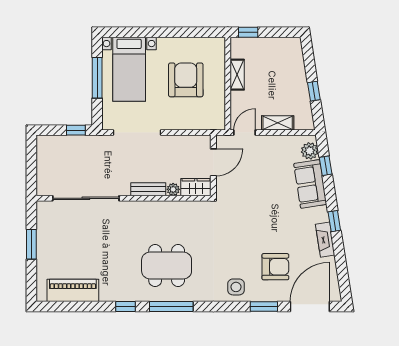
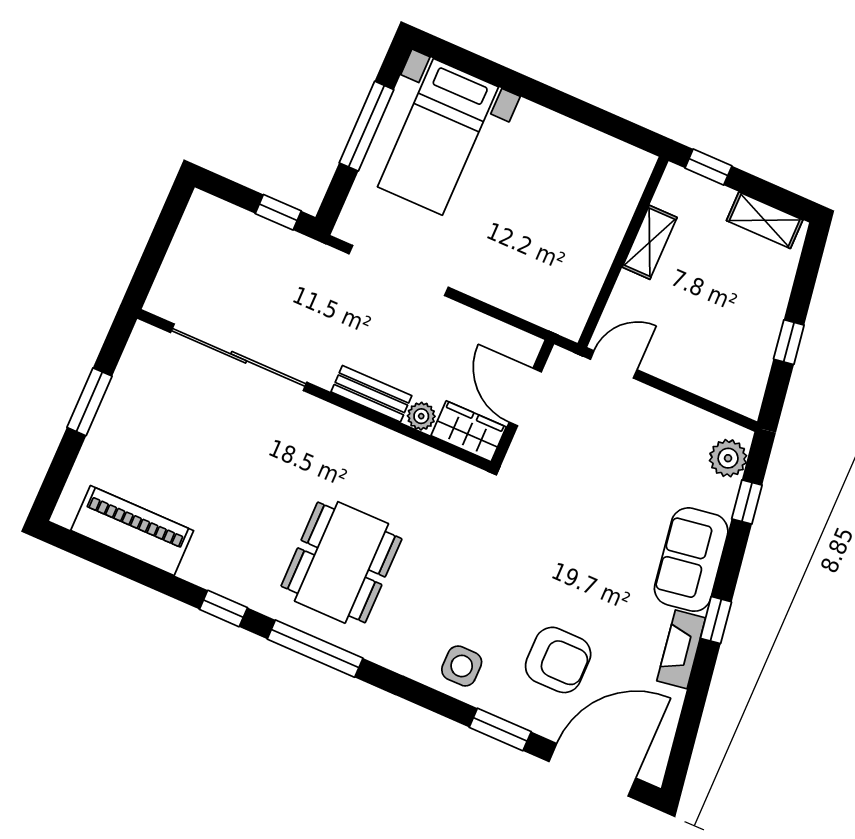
armchair: (186, 80) -> (542, 208), removed
shelving: (278, 123) -> (765, 220), moved
door: (213, 162) -> (525, 397), swing flipped
sofa: (310, 184) -> (691, 560), moved
dining table: (167, 266) -> (341, 562), turned 90

